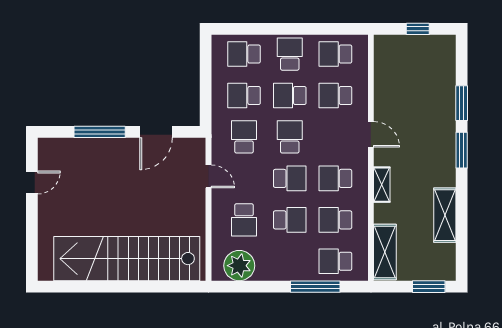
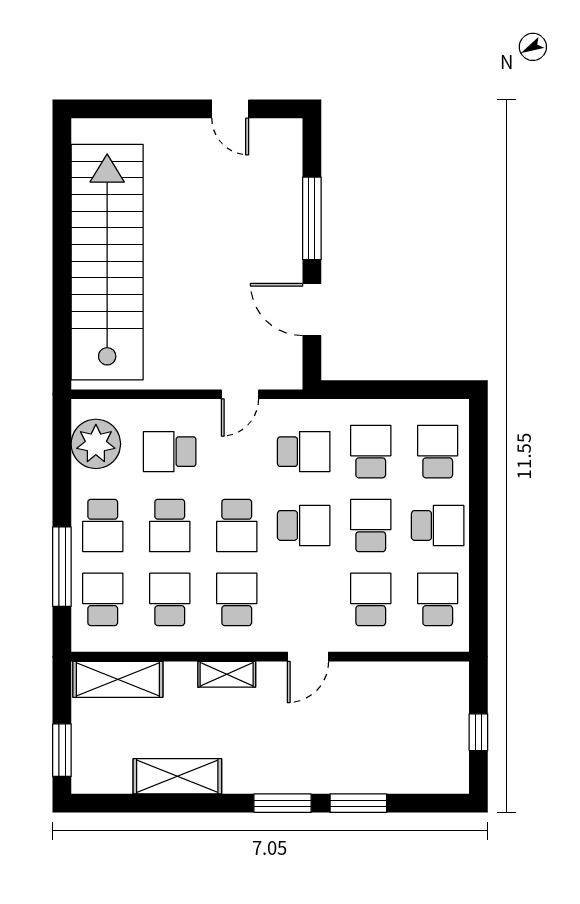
school desk: (290, 261) -> (103, 525), added

